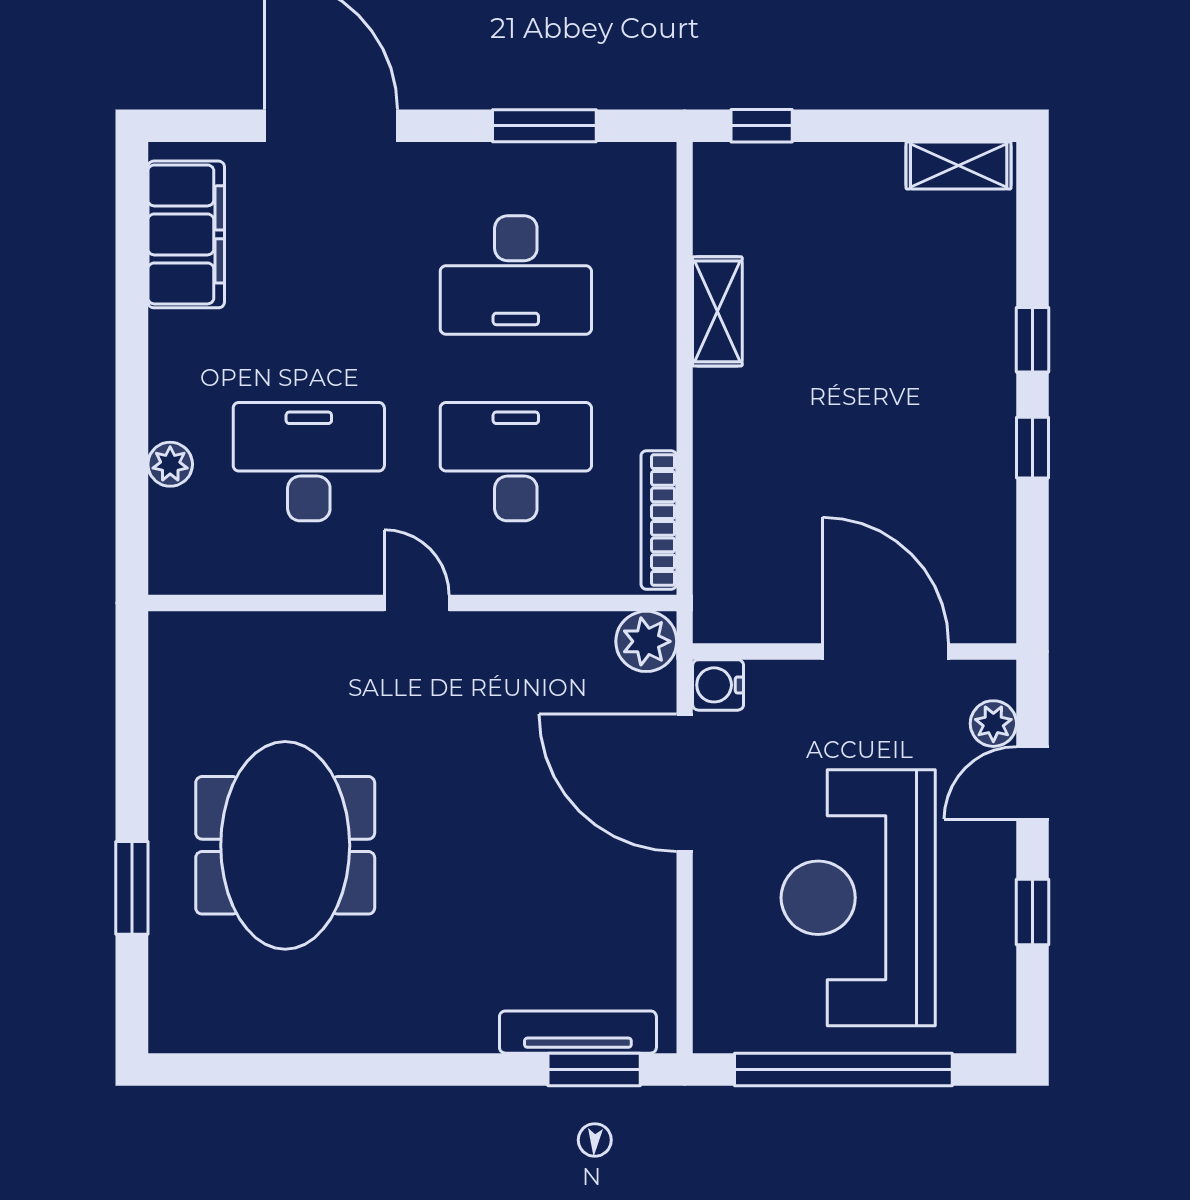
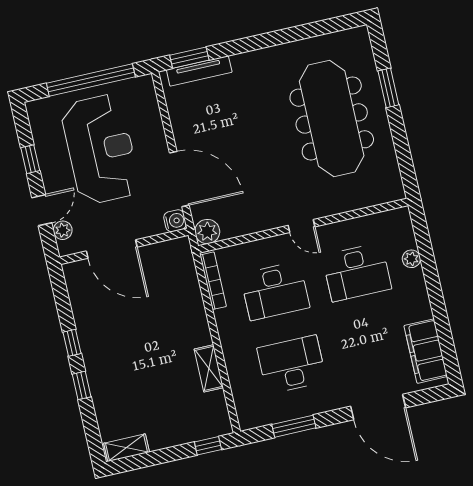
meeting table: (285, 845) -> (332, 118), width x1.36

